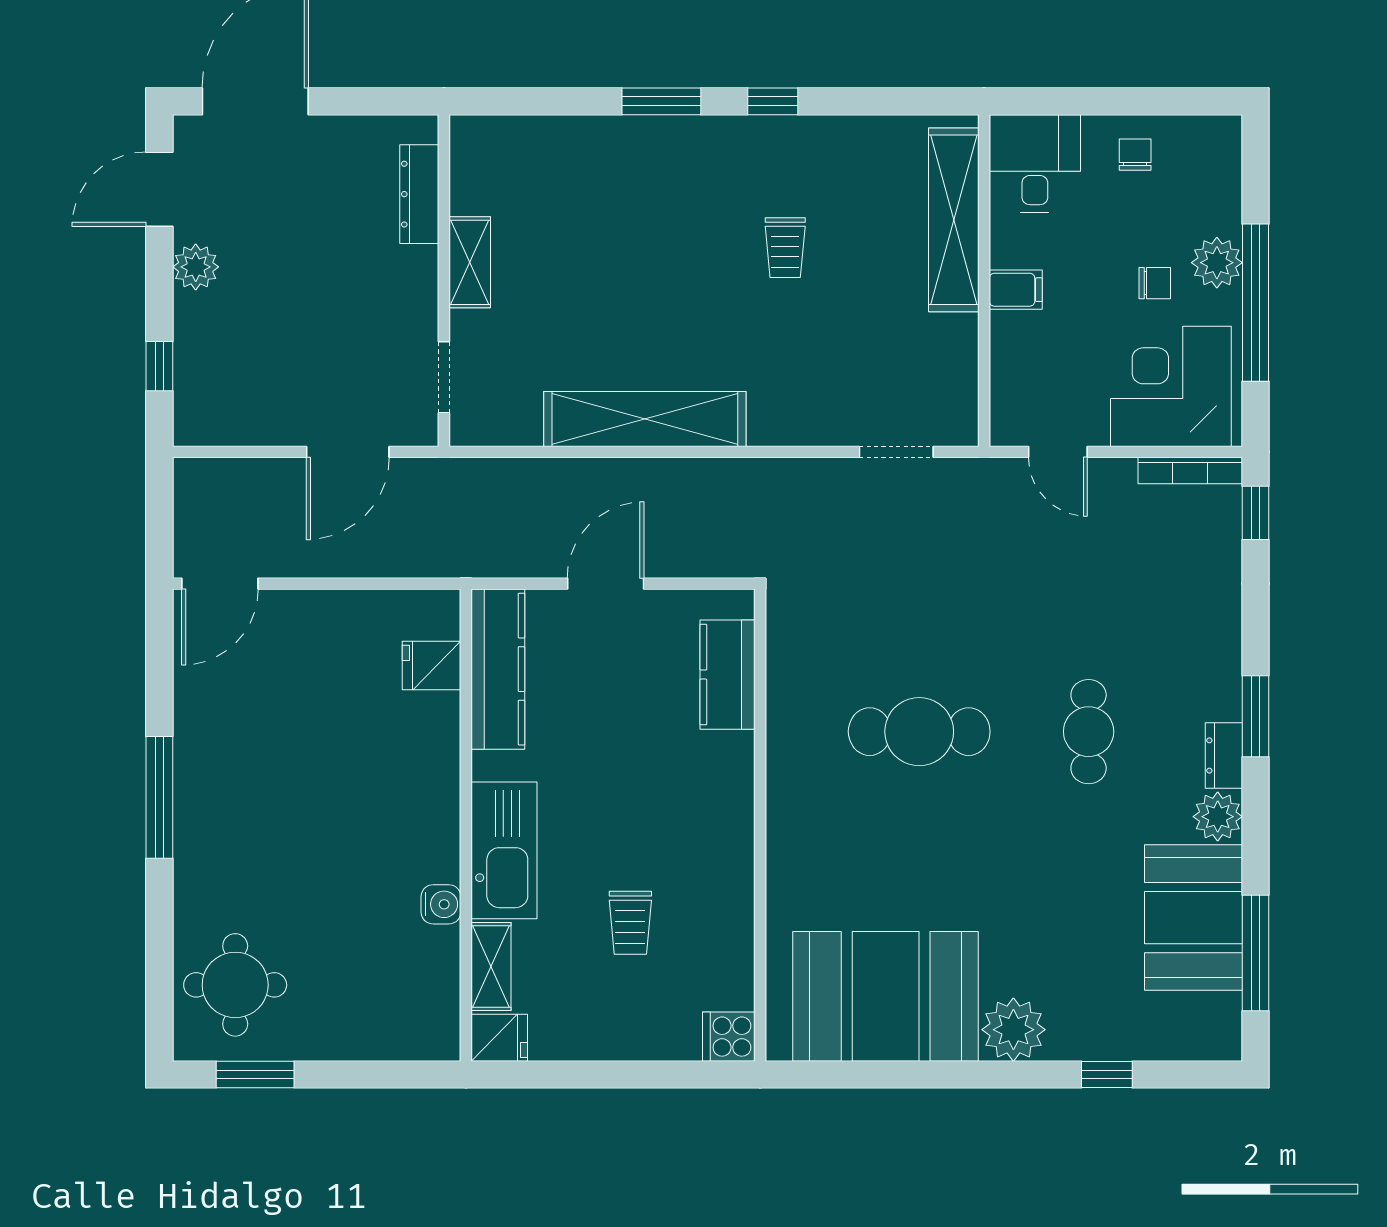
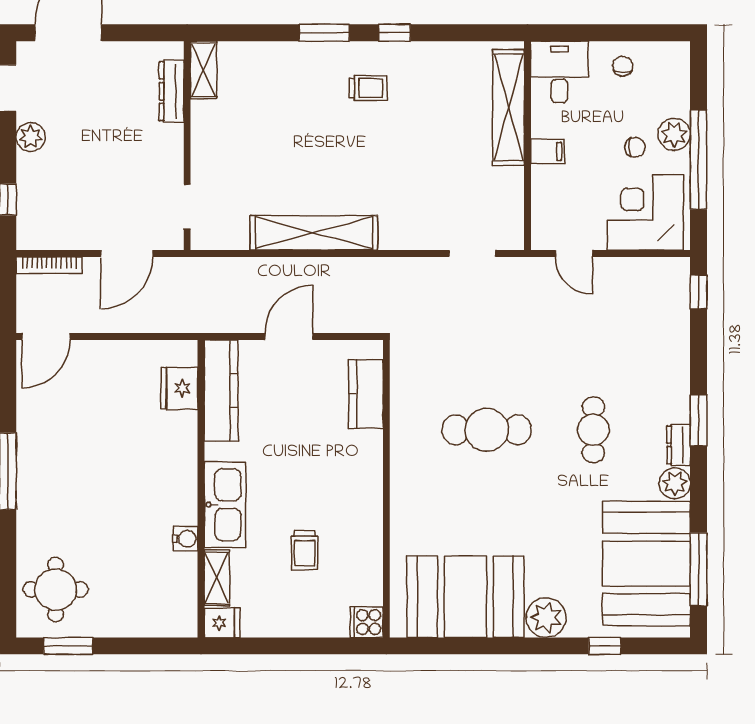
trolley: (785, 248) -> (368, 88), moved, turned -90
shelving: (470, 262) -> (203, 70), moved
bookcase: (1190, 470) -> (49, 265), moved
fridge: (432, 666) -> (179, 388), width x1.38
booth: (1193, 918) -> (646, 564), width x1.36, depth x1.42

